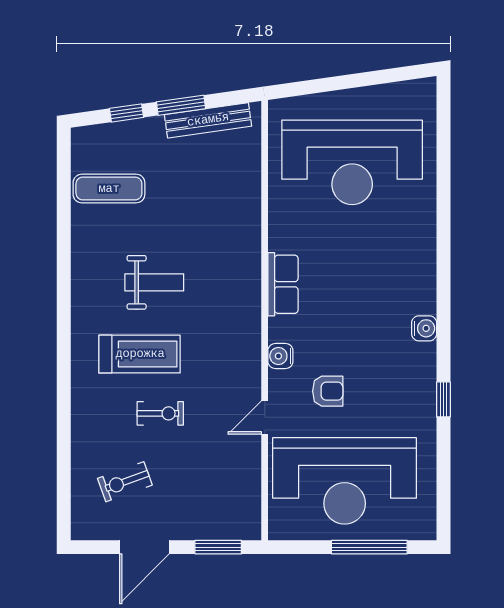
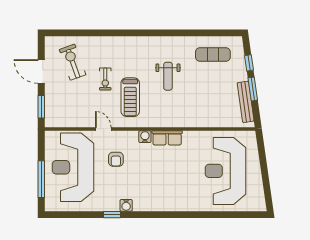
exercise mat: (109, 189) -> (213, 54), turned 90
water cooler: (424, 328) -> (126, 205), moved
treadmill: (140, 354) -> (130, 97), moved
water cooler: (280, 356) -> (145, 137), moved
exercise bike: (125, 482) -> (73, 62), width x1.38, depth x1.39

